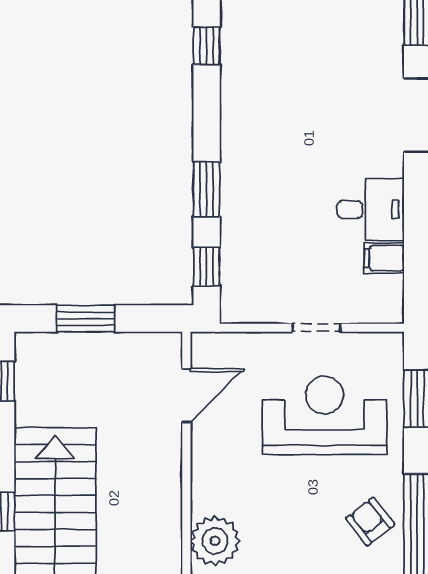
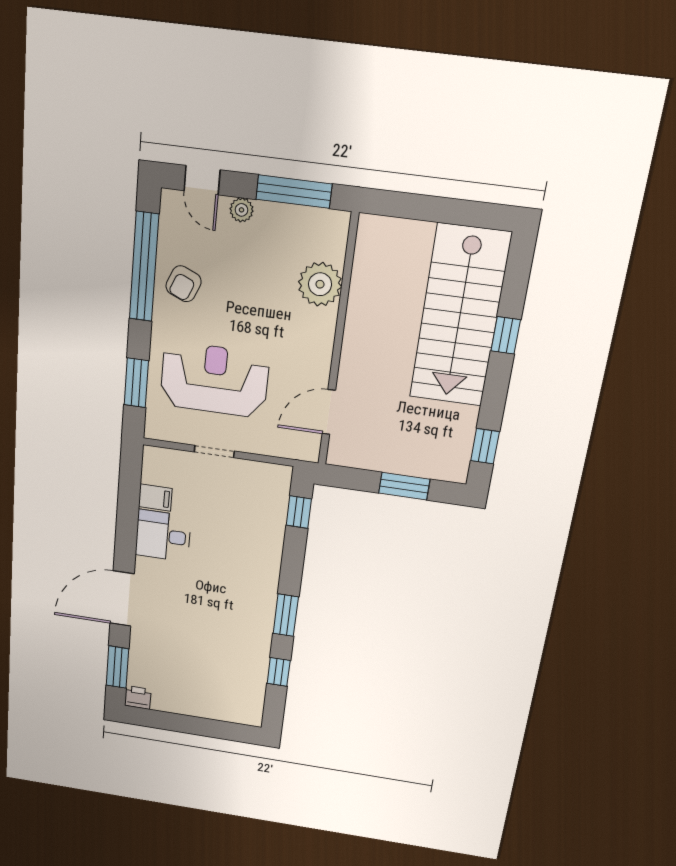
window: (207, 189) -> (286, 615), moved
reception desk: (325, 415) -> (214, 379), turned 180
armchair: (370, 521) -> (184, 284), turned 61

